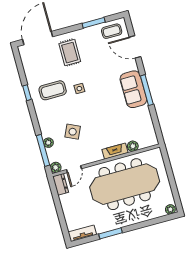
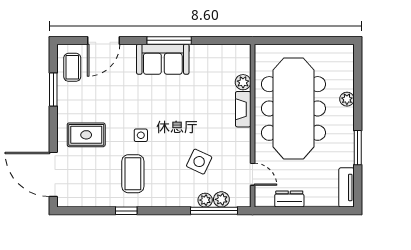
plant: (56, 167) -> (221, 199), moved
dresser: (61, 184) -> (289, 199), moved
plant: (170, 209) -> (347, 99), moved

